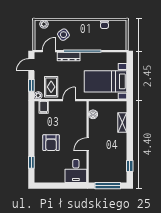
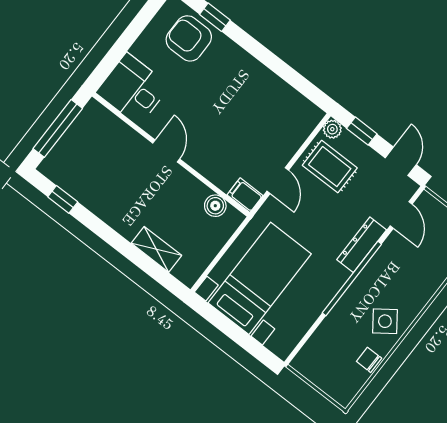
side table: (63, 35) -> (385, 321), moved
filing cabinet: (44, 107) -> (245, 195), moved
armchair: (51, 143) -> (189, 38), moved

